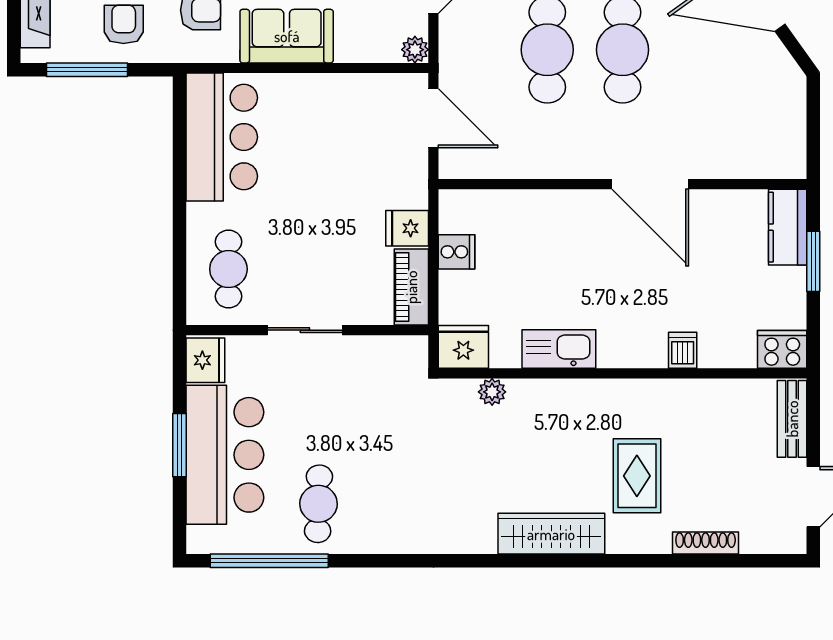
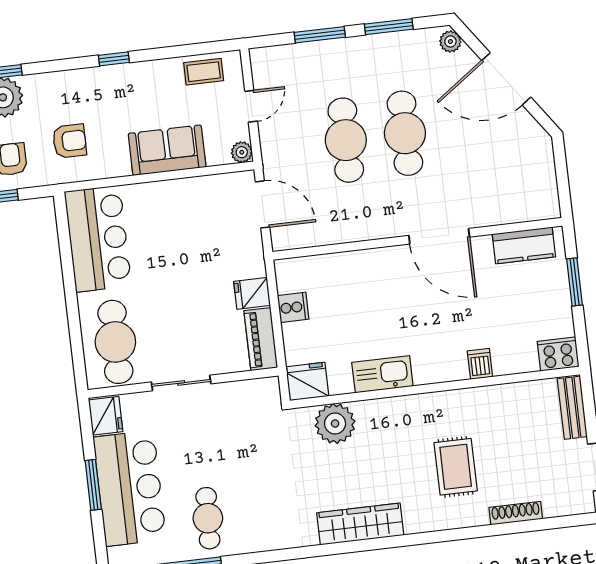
sofa: (287, 36) -> (167, 150), moved
kitchen counter: (788, 227) -> (524, 245), moved, turned -90
cafe table: (228, 269) -> (115, 342), width x1.37, depth x1.35
plant: (492, 392) -> (335, 424), width x1.88, depth x1.88
wardrobe: (551, 534) -> (360, 524), moved

